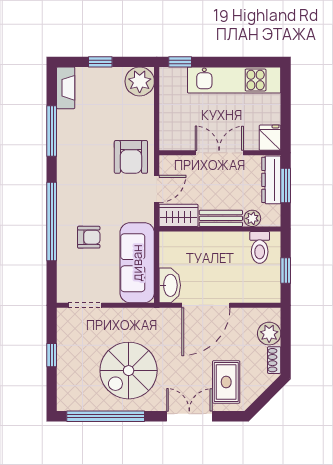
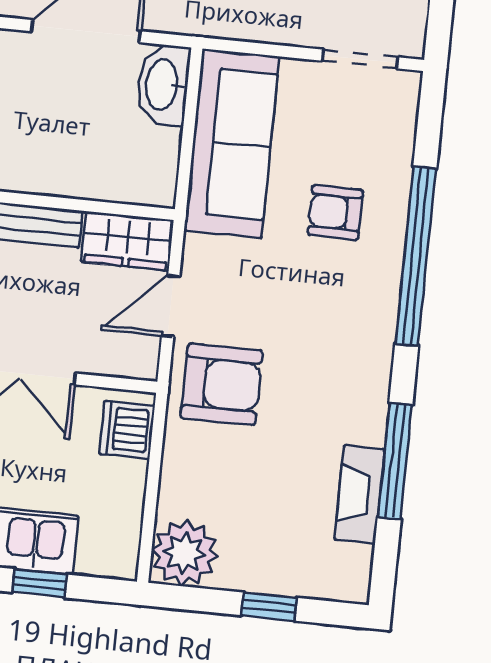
window: (180, 62) -> (39, 583), moved
fireplace: (66, 88) -> (360, 494), moved
dishwasher: (170, 133) -> (127, 430), added
armchair: (131, 157) -> (222, 384), turned 90

